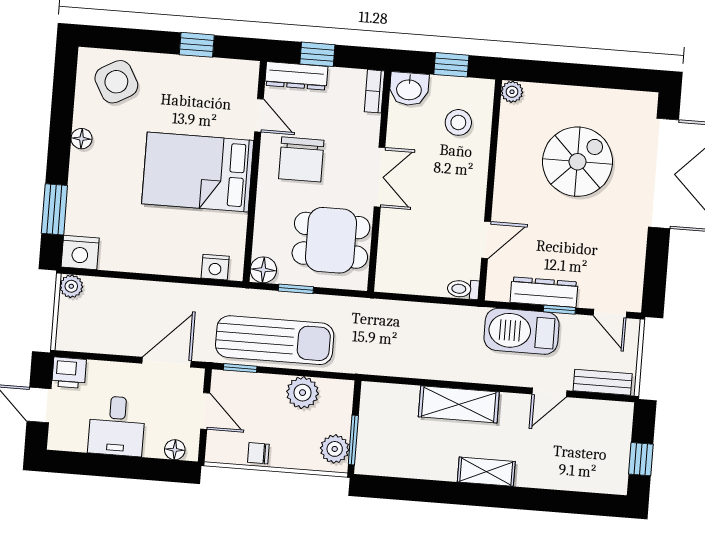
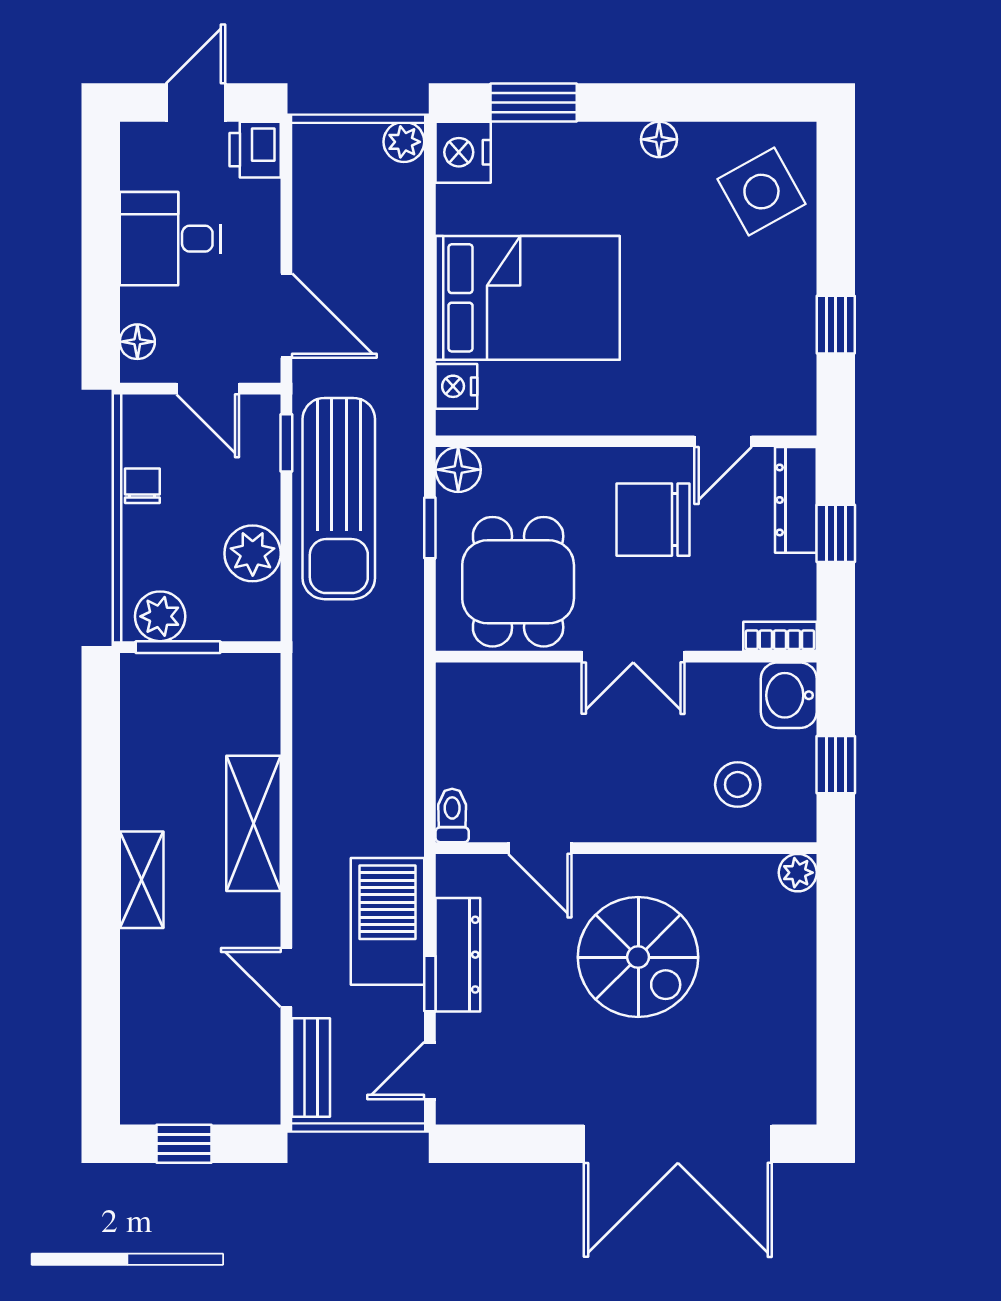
spiral stairs: (577, 162) -> (638, 957), moved
bed: (198, 172) -> (528, 298), moved, turned 90
door: (205, 411) -> (208, 389), hinge flipped

